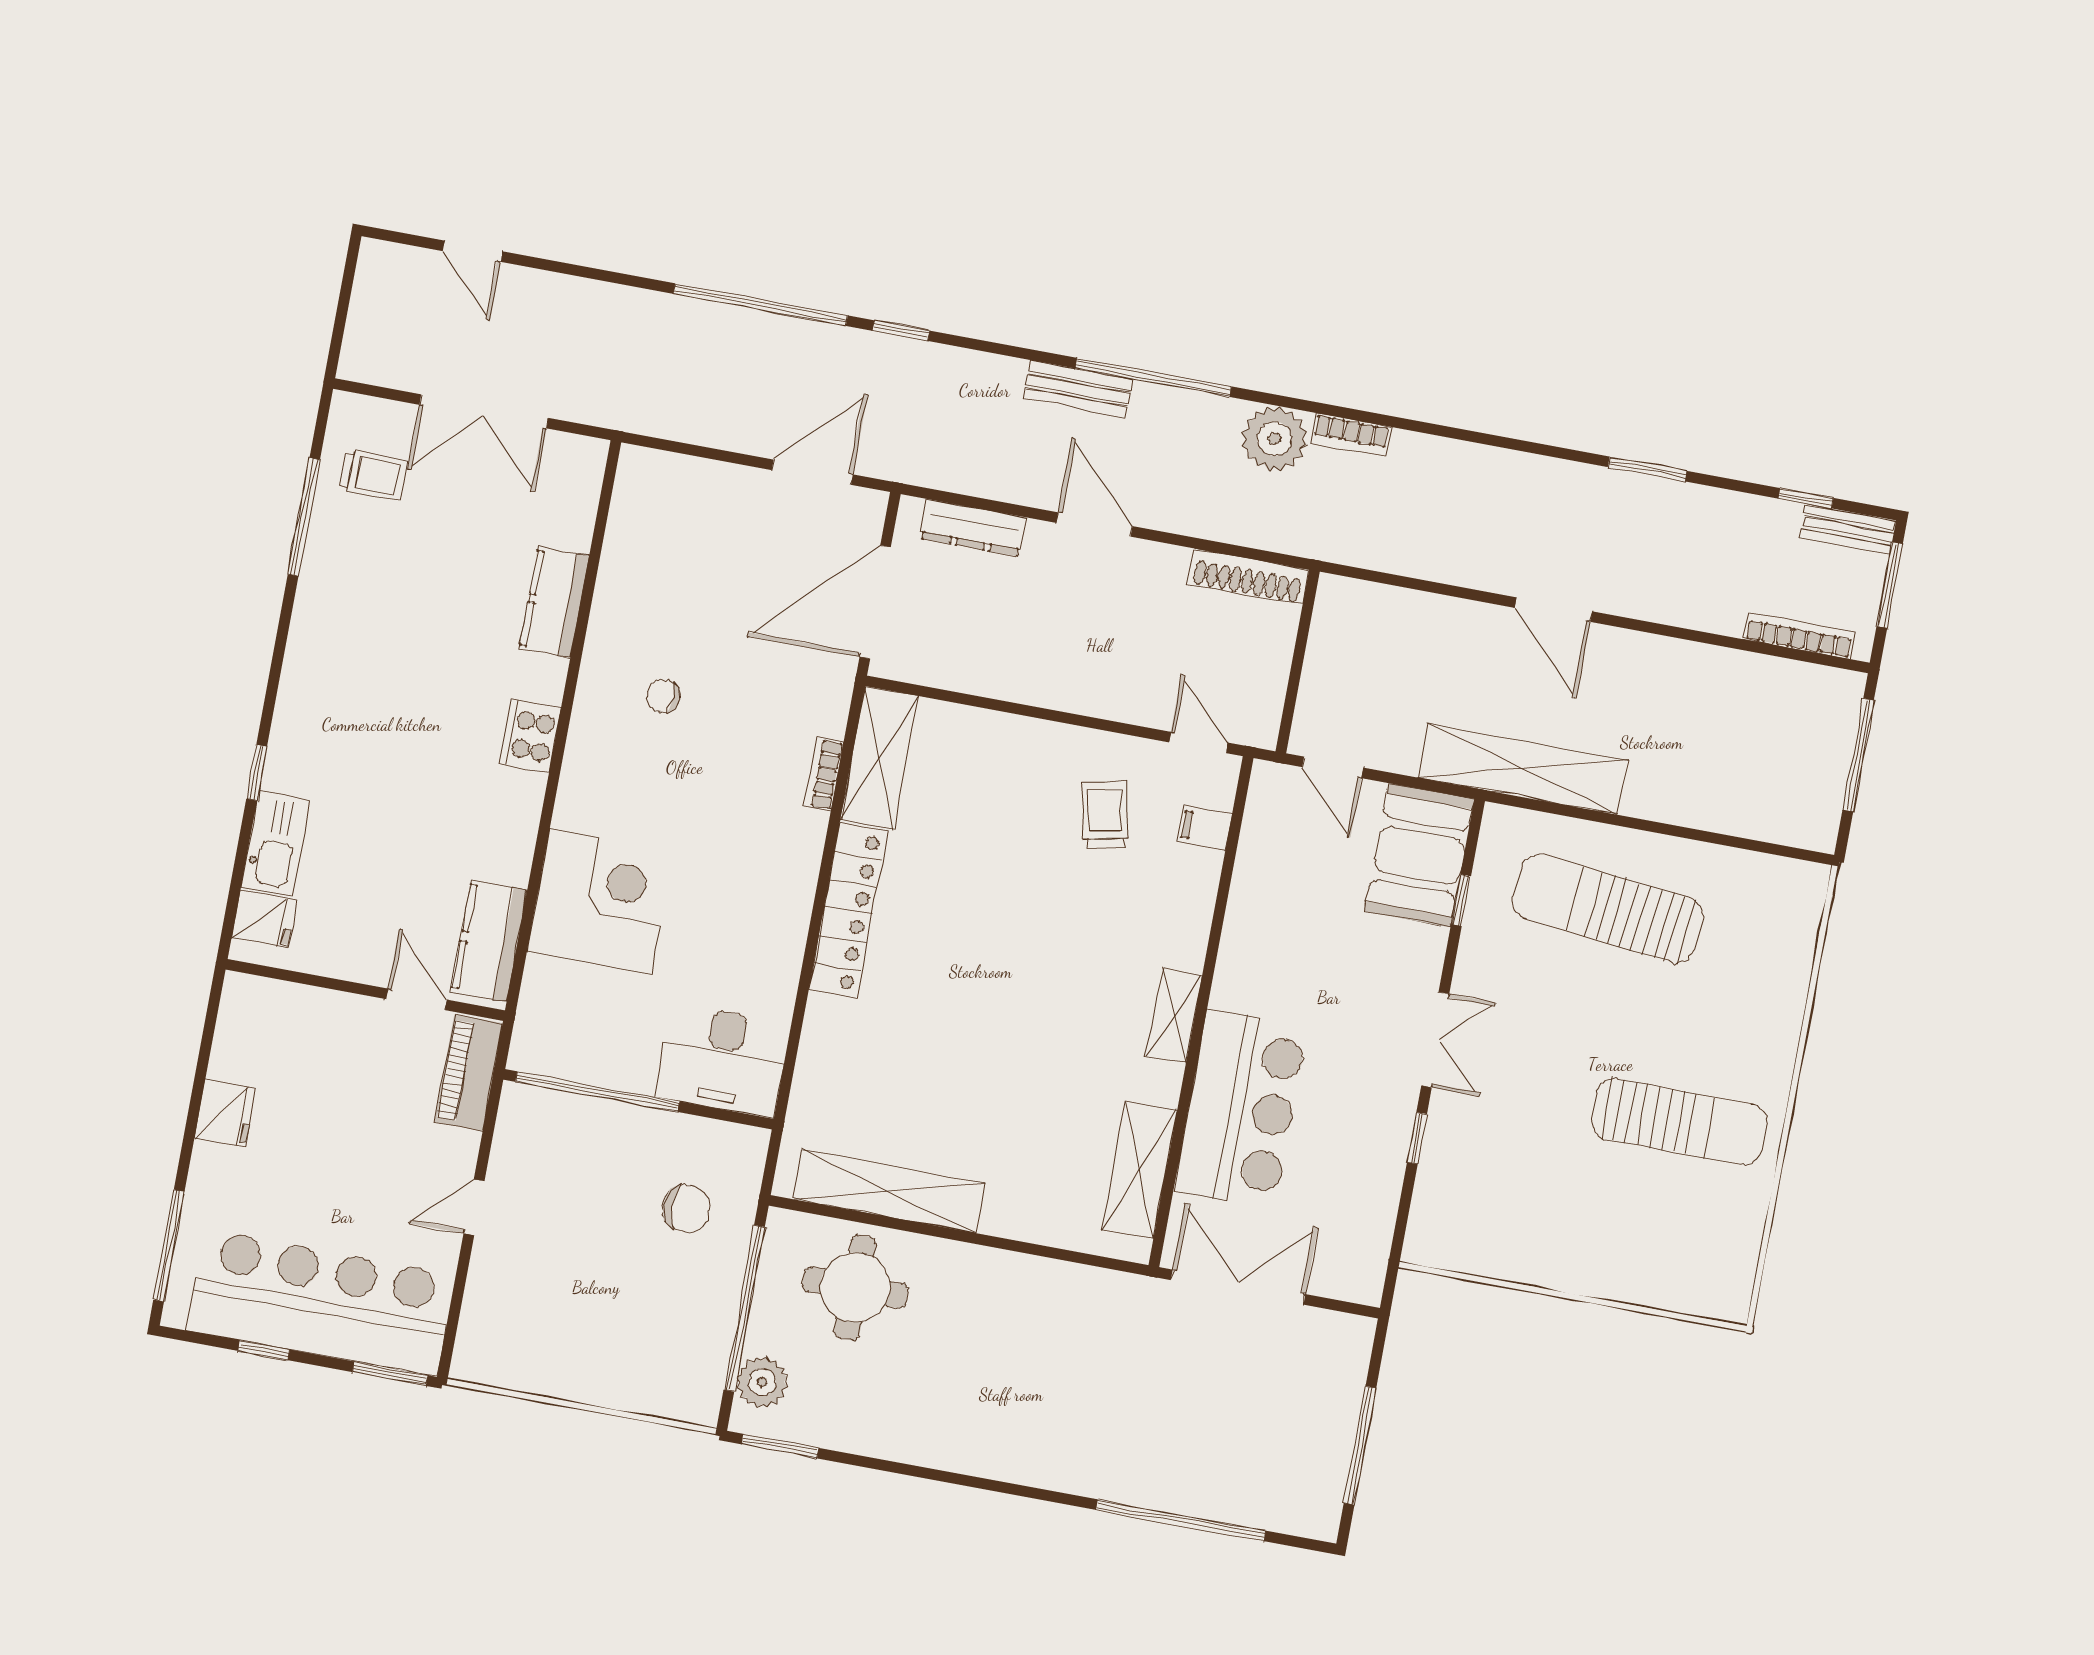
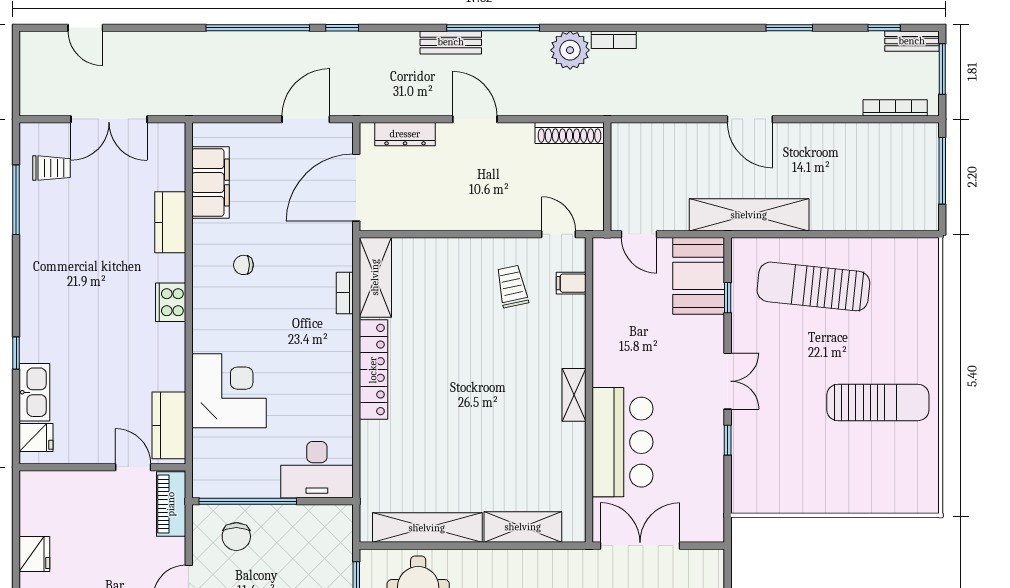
filing cabinet: (634, 548) -> (210, 182), added
shelving: (1140, 1170) -> (523, 527), moved, turned 90
chair: (687, 1209) -> (236, 537), moved, turned 90

